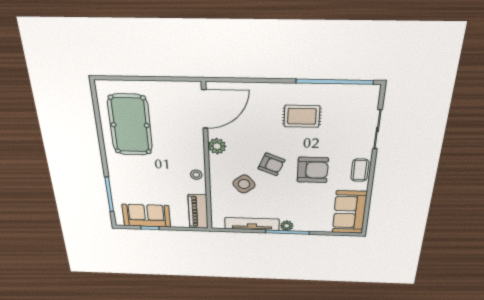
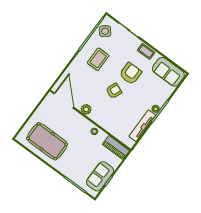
side table: (244, 184) -> (105, 31), moved

